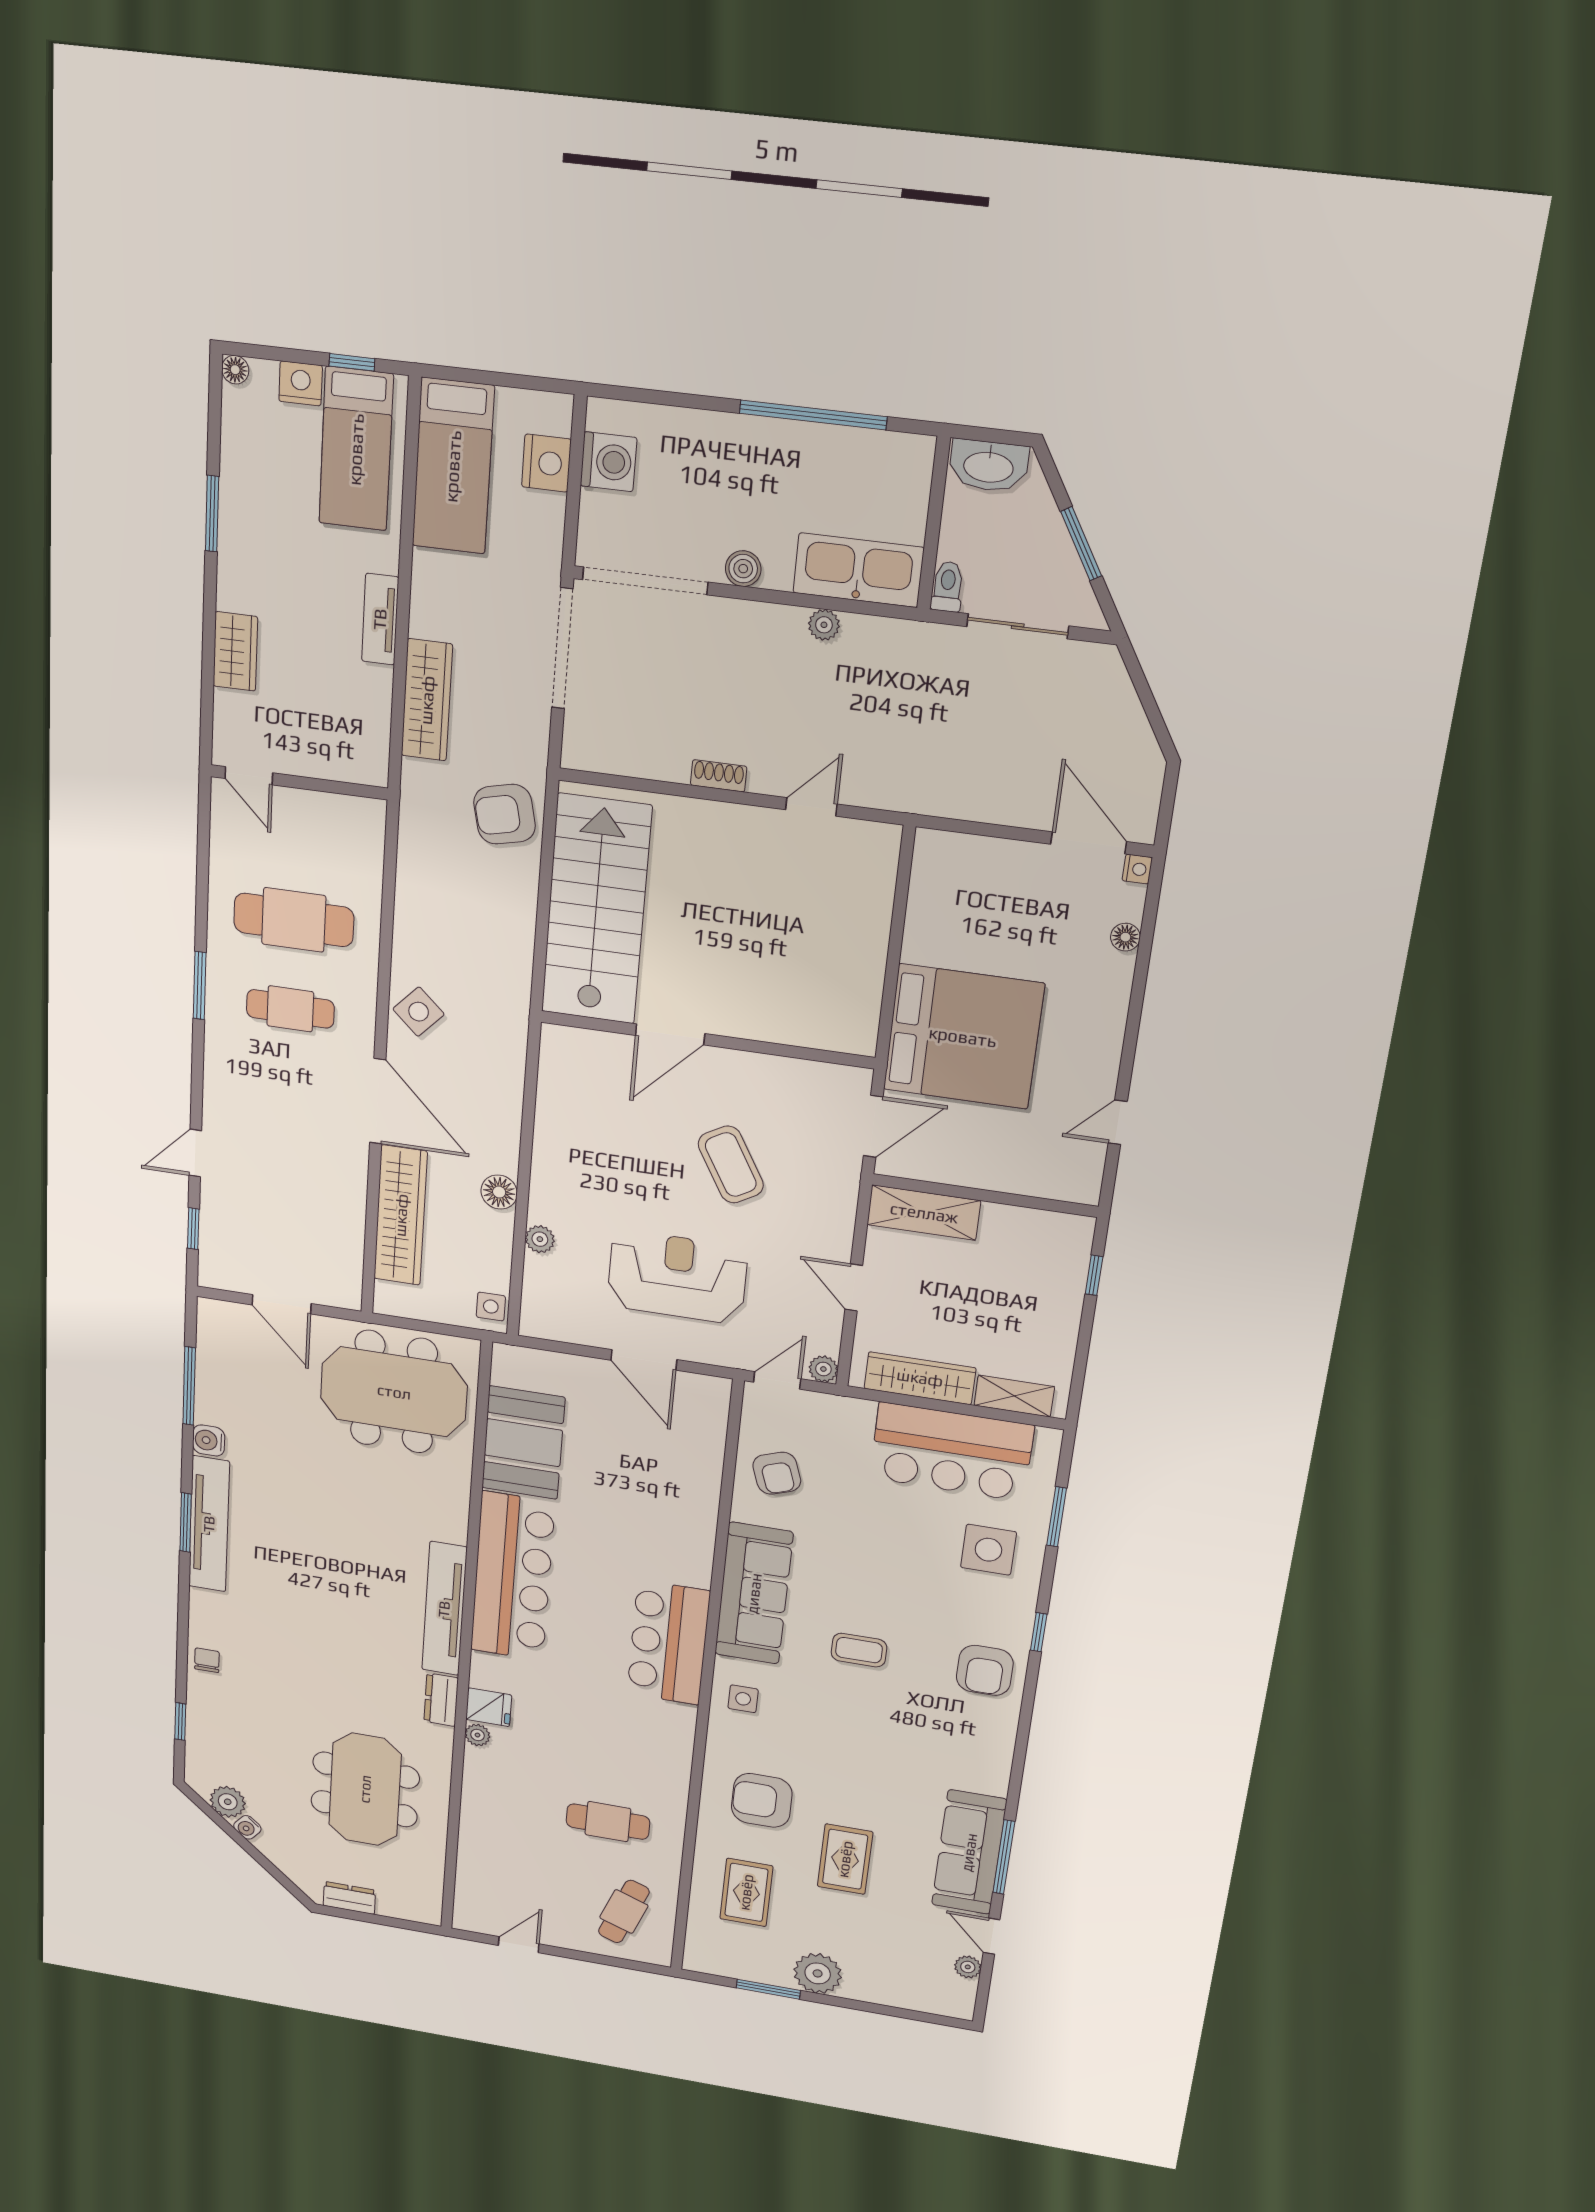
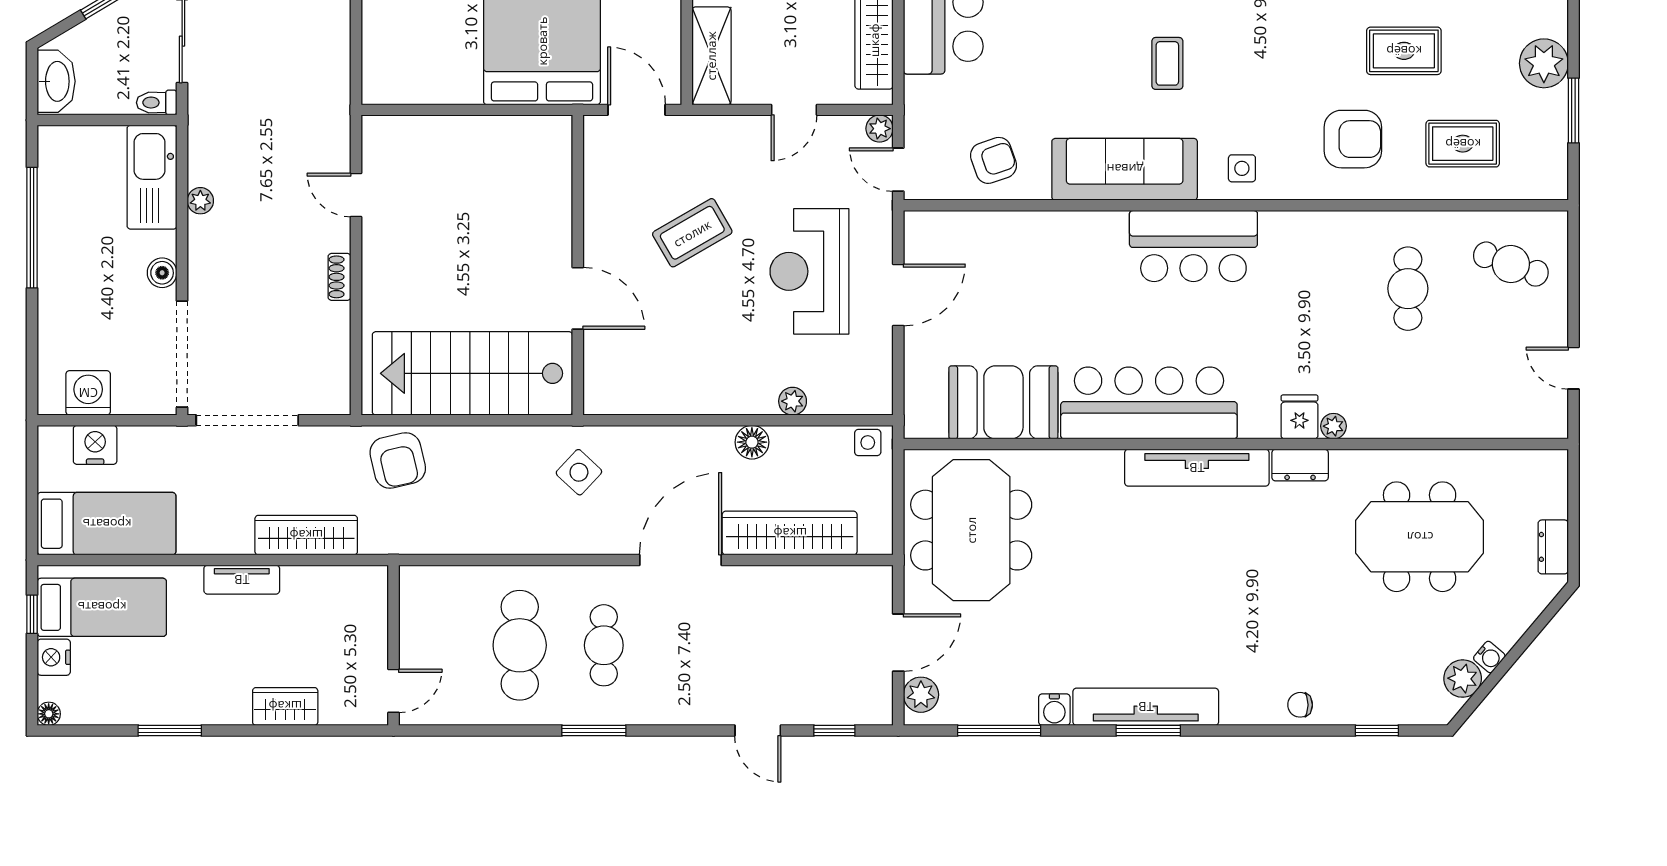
side table: (419, 1012) -> (579, 472), moved
plant: (228, 1318) -> (921, 695), added
armchair: (762, 1800) -> (1353, 139), turned -90

